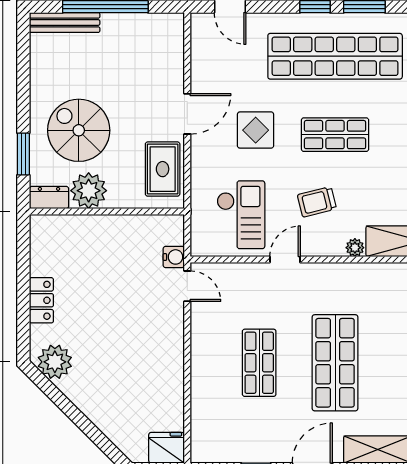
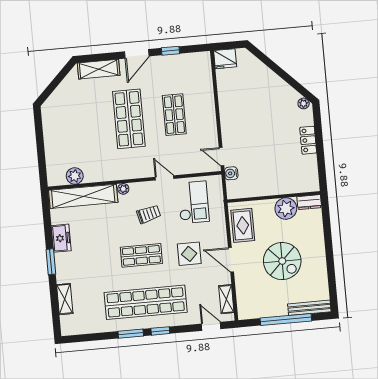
shelving: (201, 49) -> (226, 299), added
door: (187, 114) -> (231, 260), hinge flipped
spiral stairs: (79, 130) -> (282, 261), moved
window: (23, 154) -> (327, 227), removed
checkout: (241, 215) -> (193, 202), turned 180
door: (285, 259) -> (164, 178), swing flipped
plant: (55, 362) -> (304, 103), width x0.53, depth x0.53

